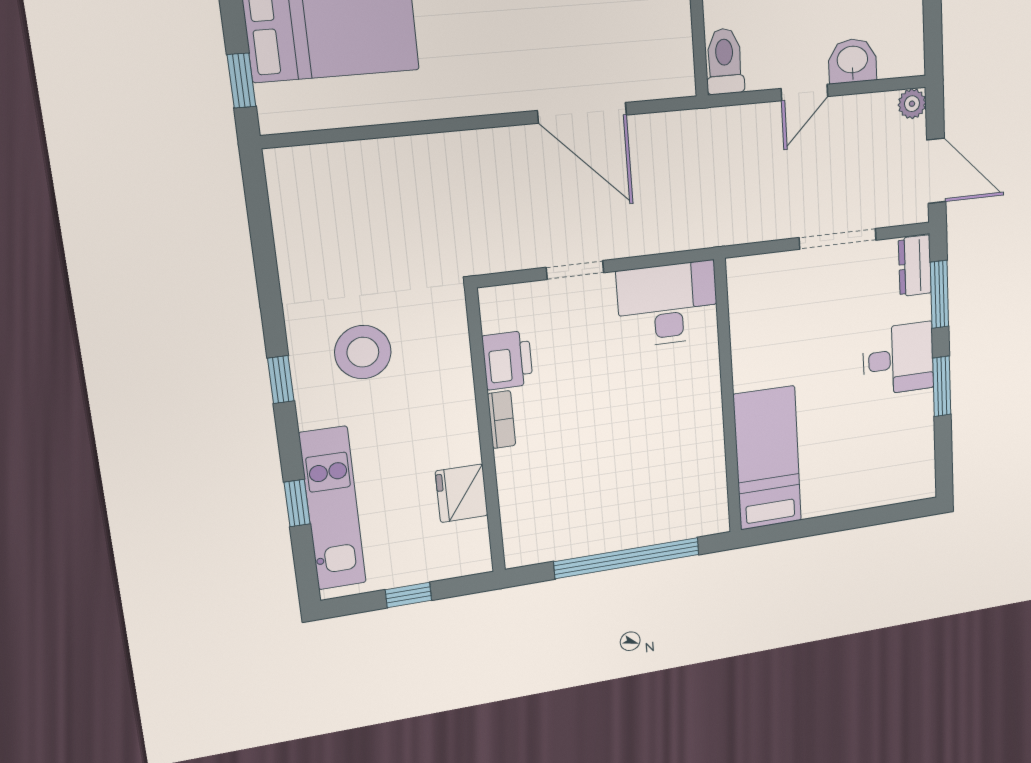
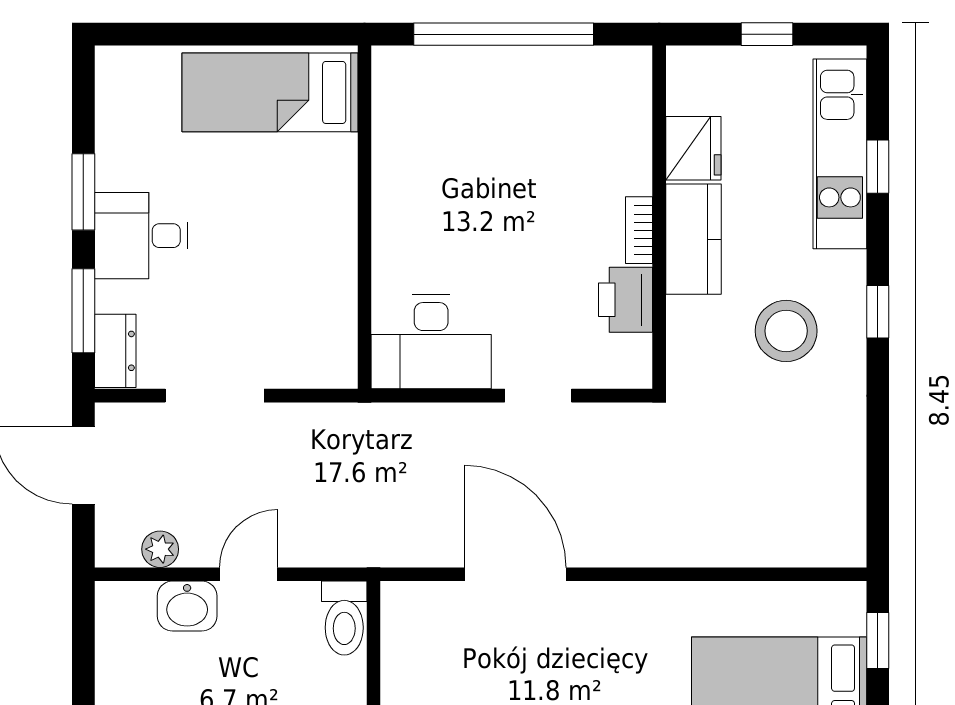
plant: (912, 104) -> (160, 549), moved
kitchen counter: (454, 419) -> (693, 239), added
bed: (767, 458) -> (270, 92), moved, turned 90

